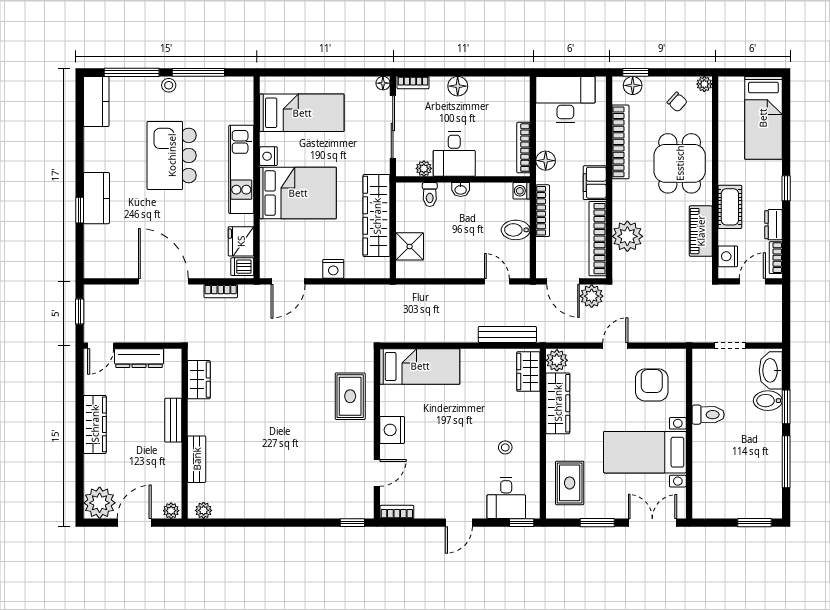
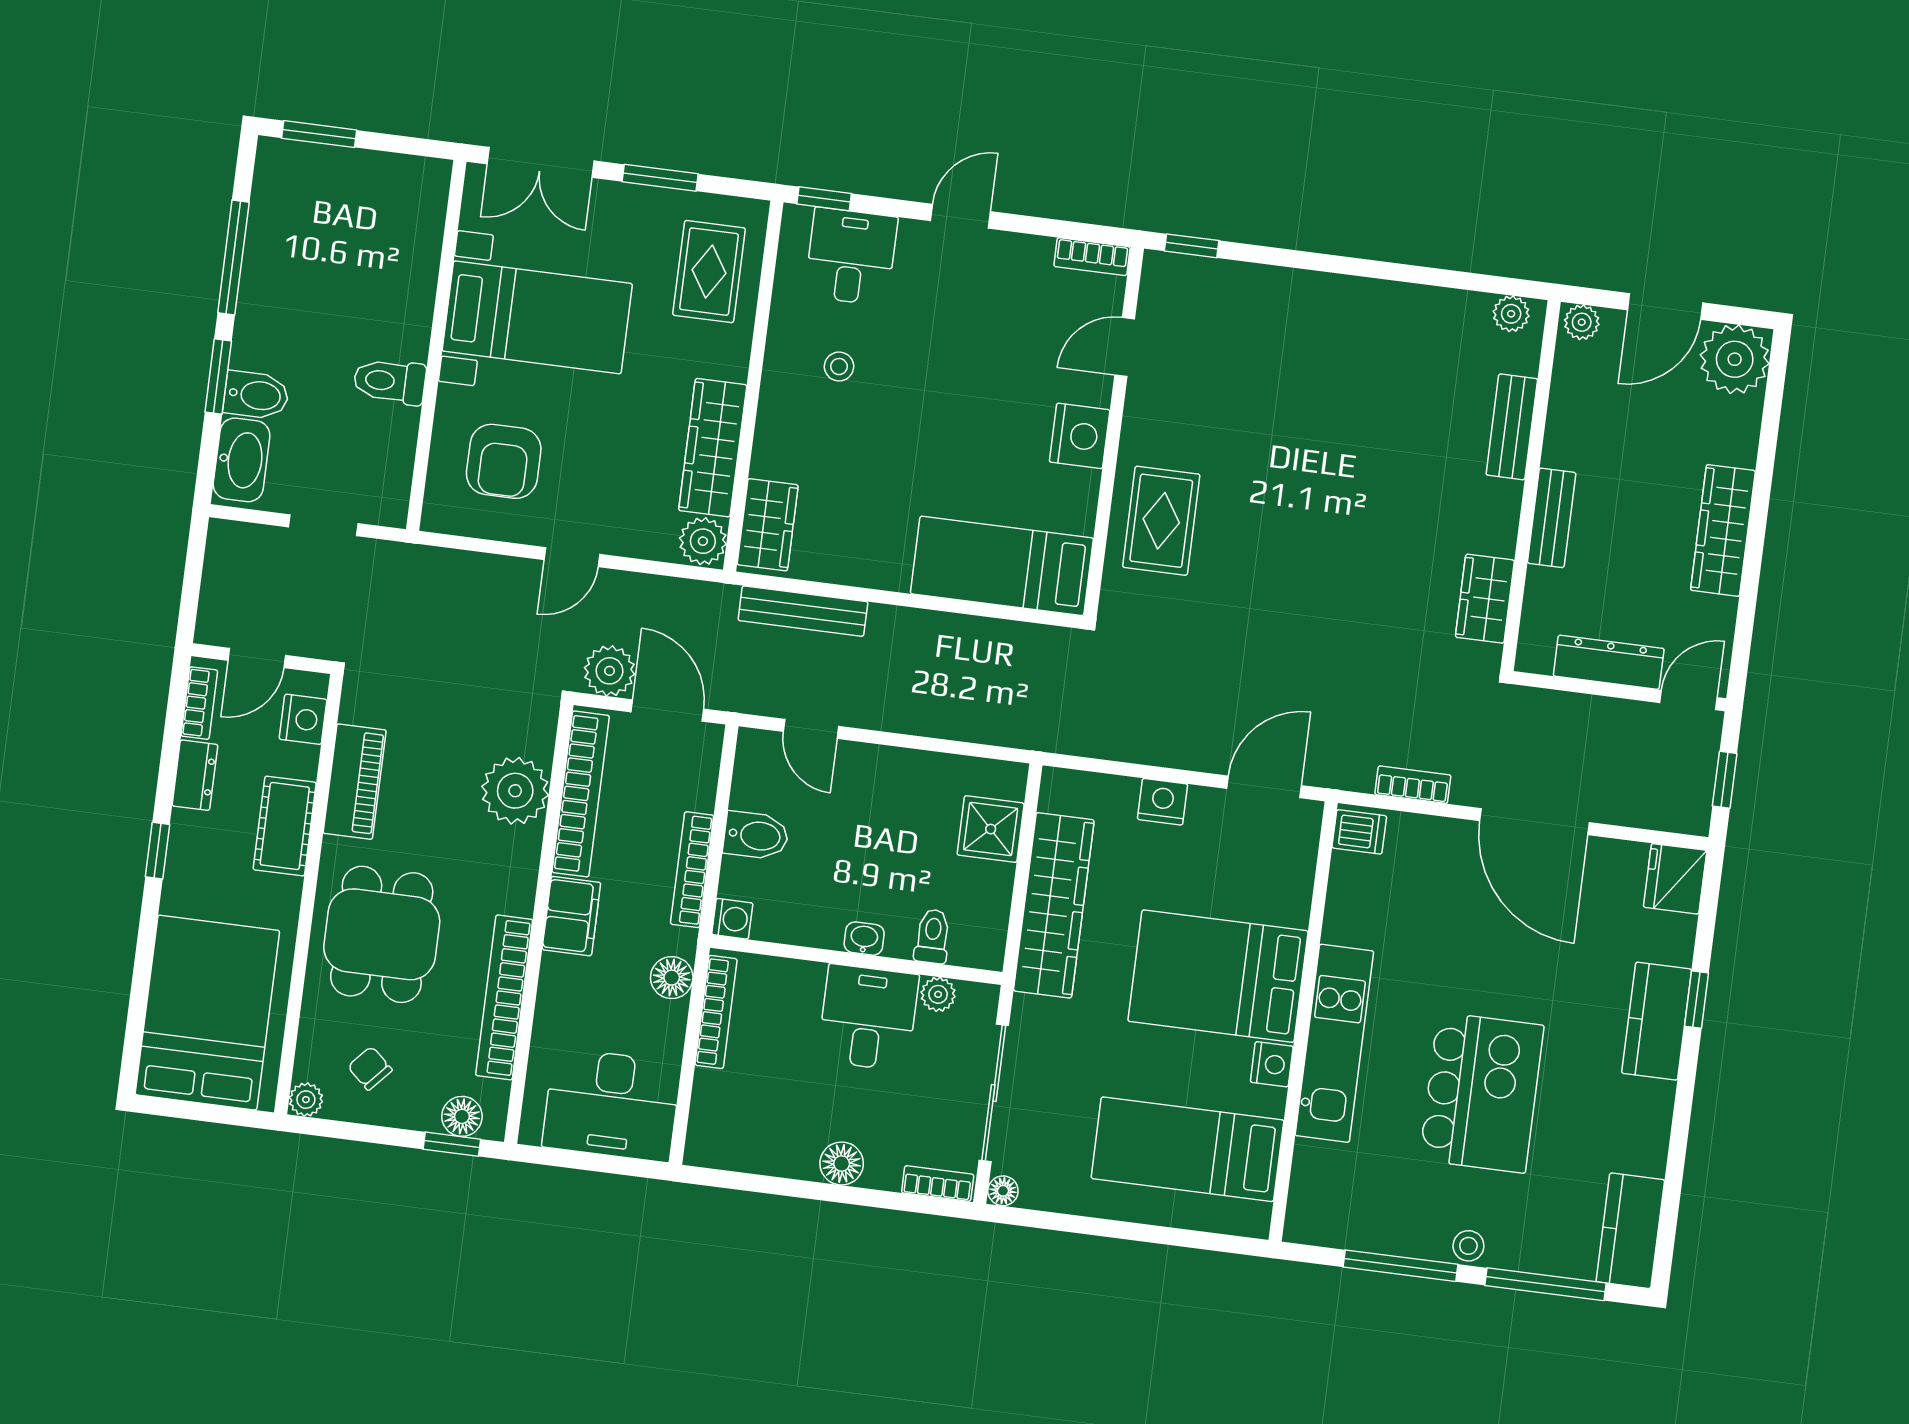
bed: (763, 118) -> (207, 1013), width x1.50
fridge: (241, 241) -> (1675, 879), moved, turned 180

